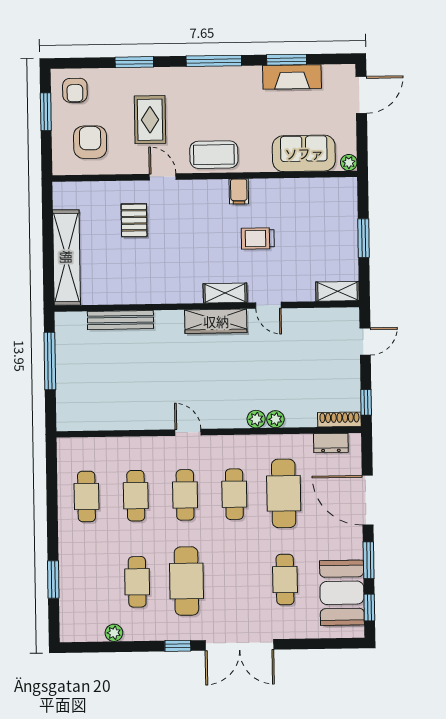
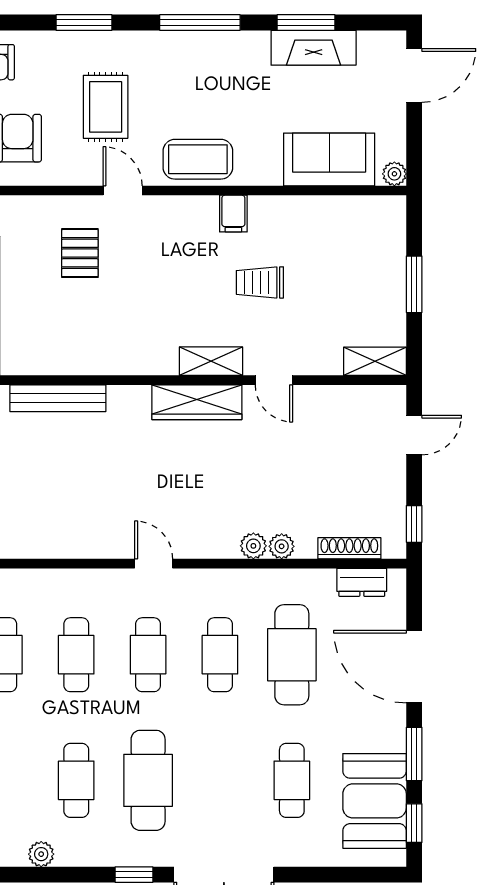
shoe rack: (339, 419) -> (349, 548), moved

